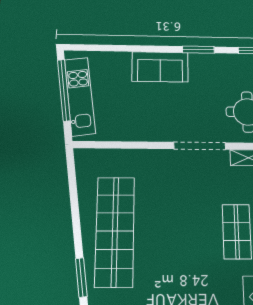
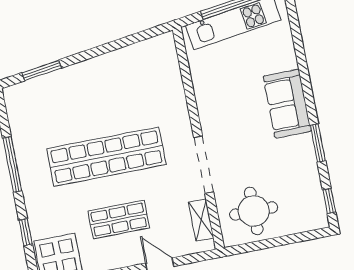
shop shelf: (115, 231) -> (106, 157), moved

